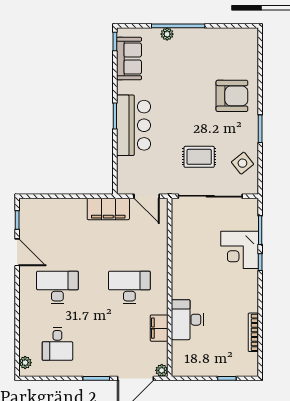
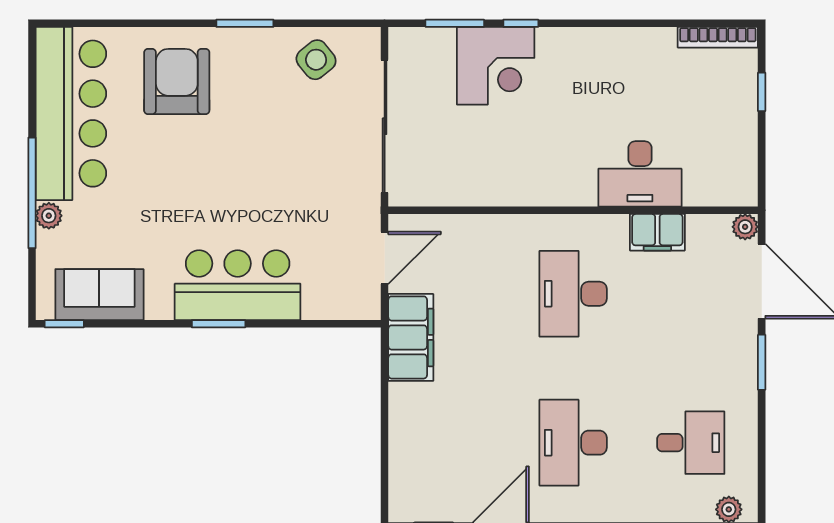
bar counter: (216, 45) -> (71, 114), added
rug: (199, 157) -> (303, 149), removed
bookcase: (253, 332) -> (718, 37), moved

